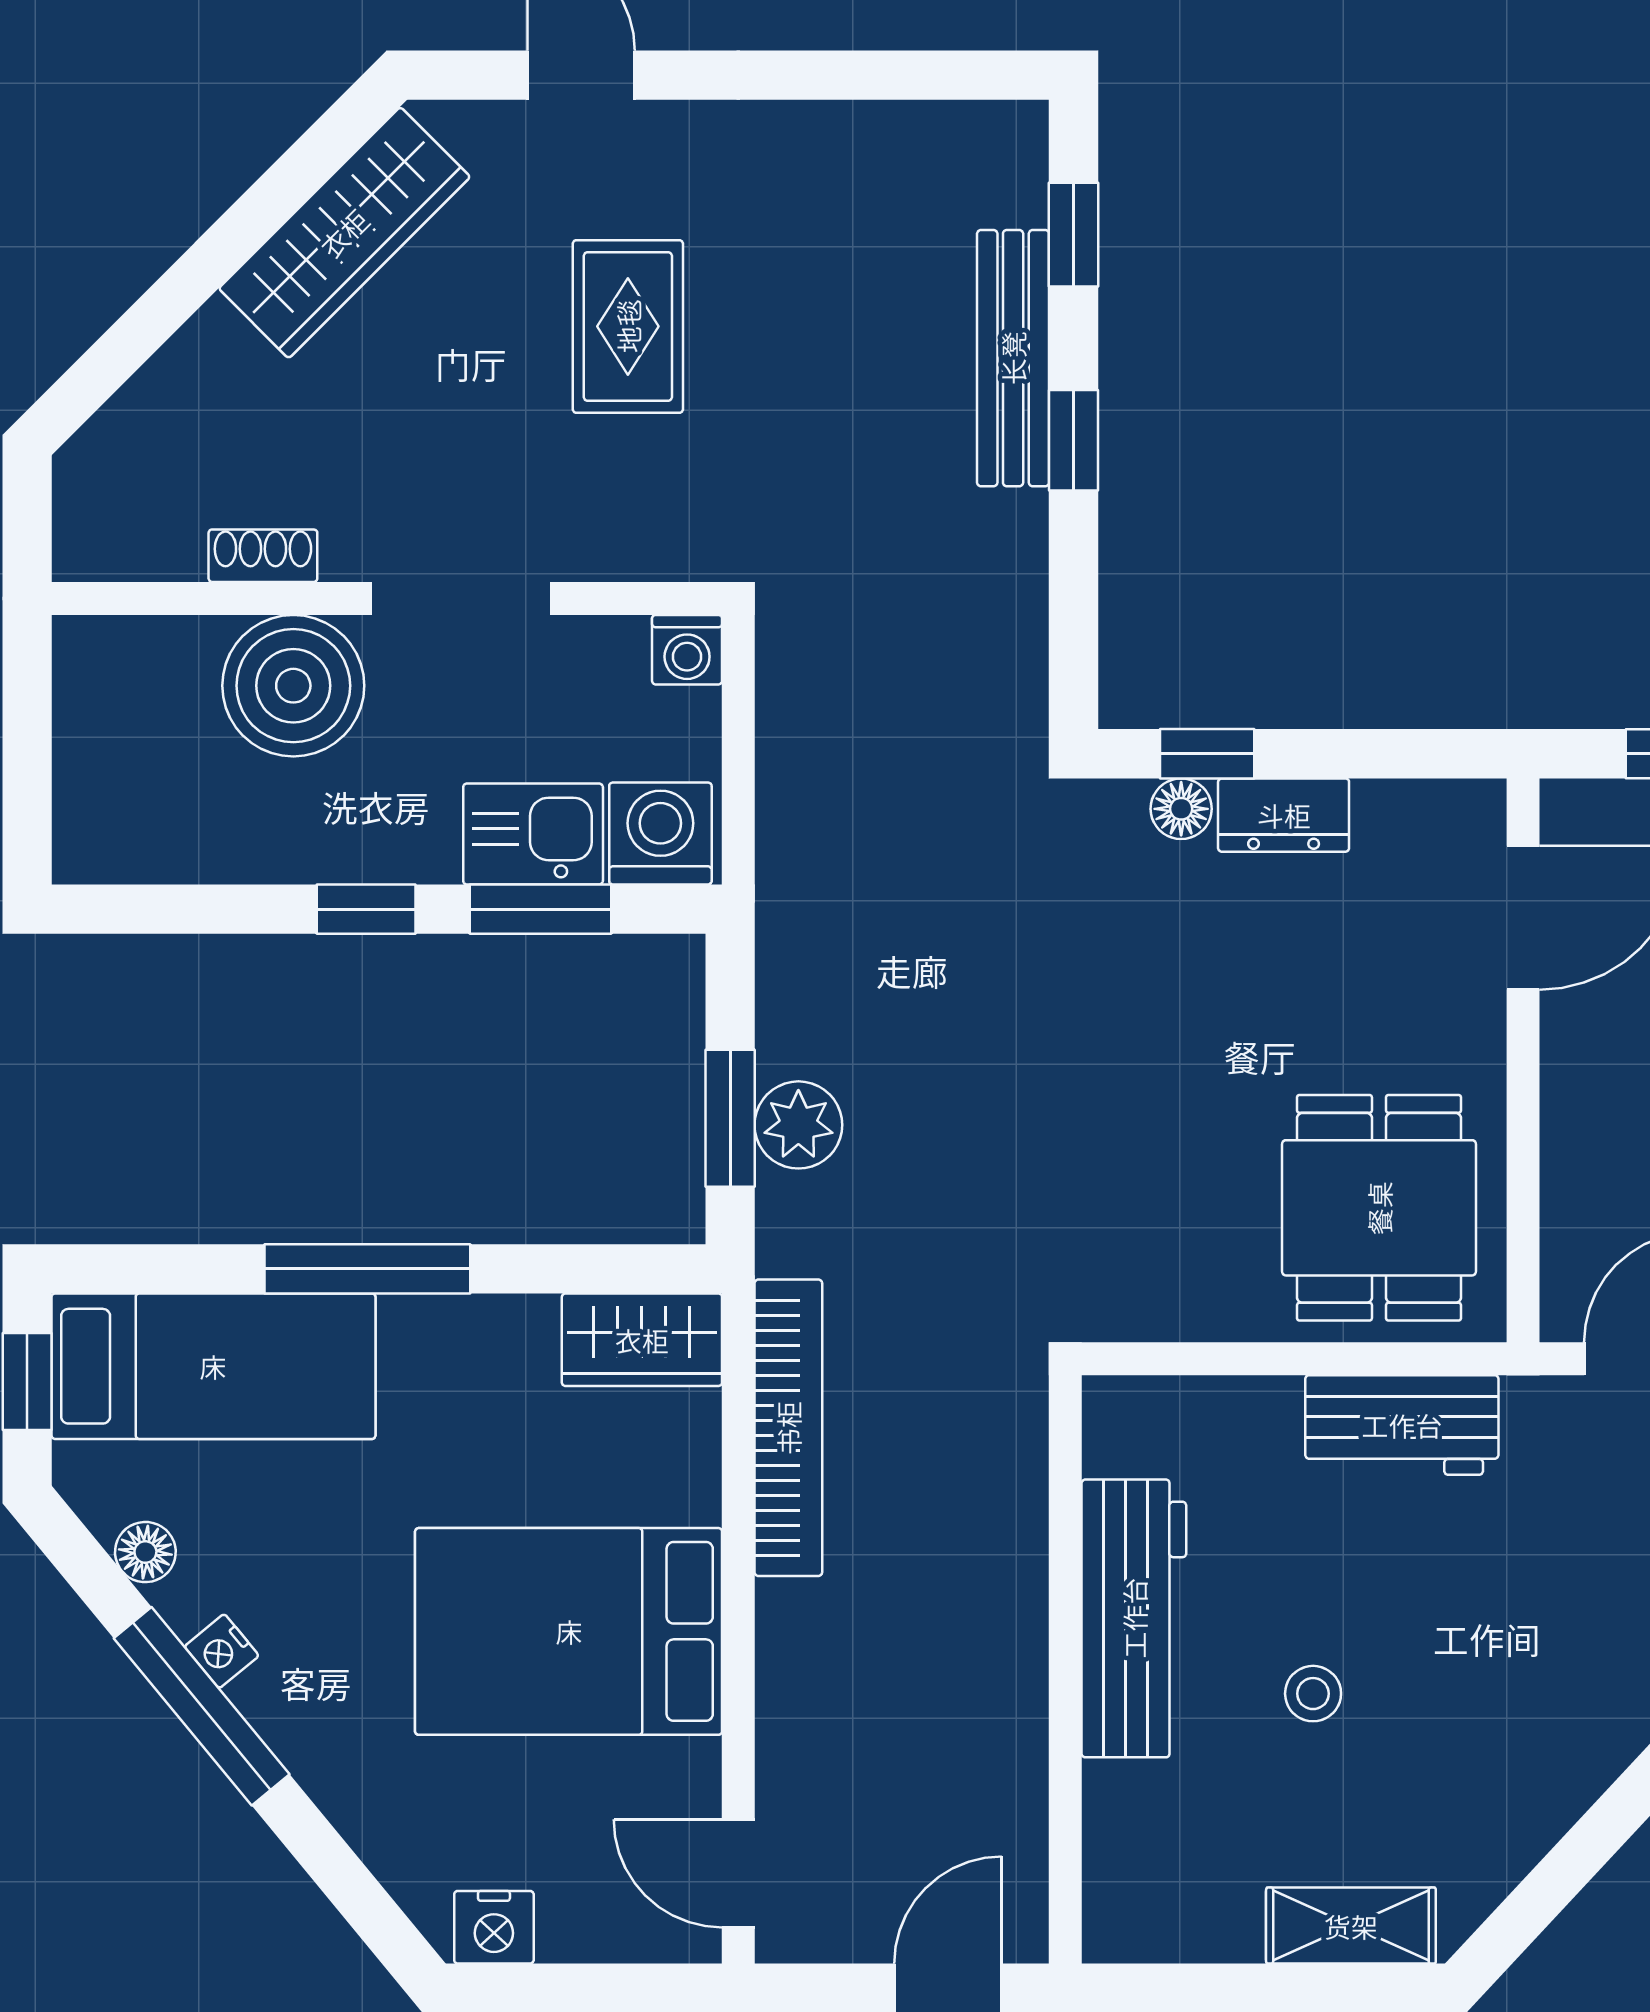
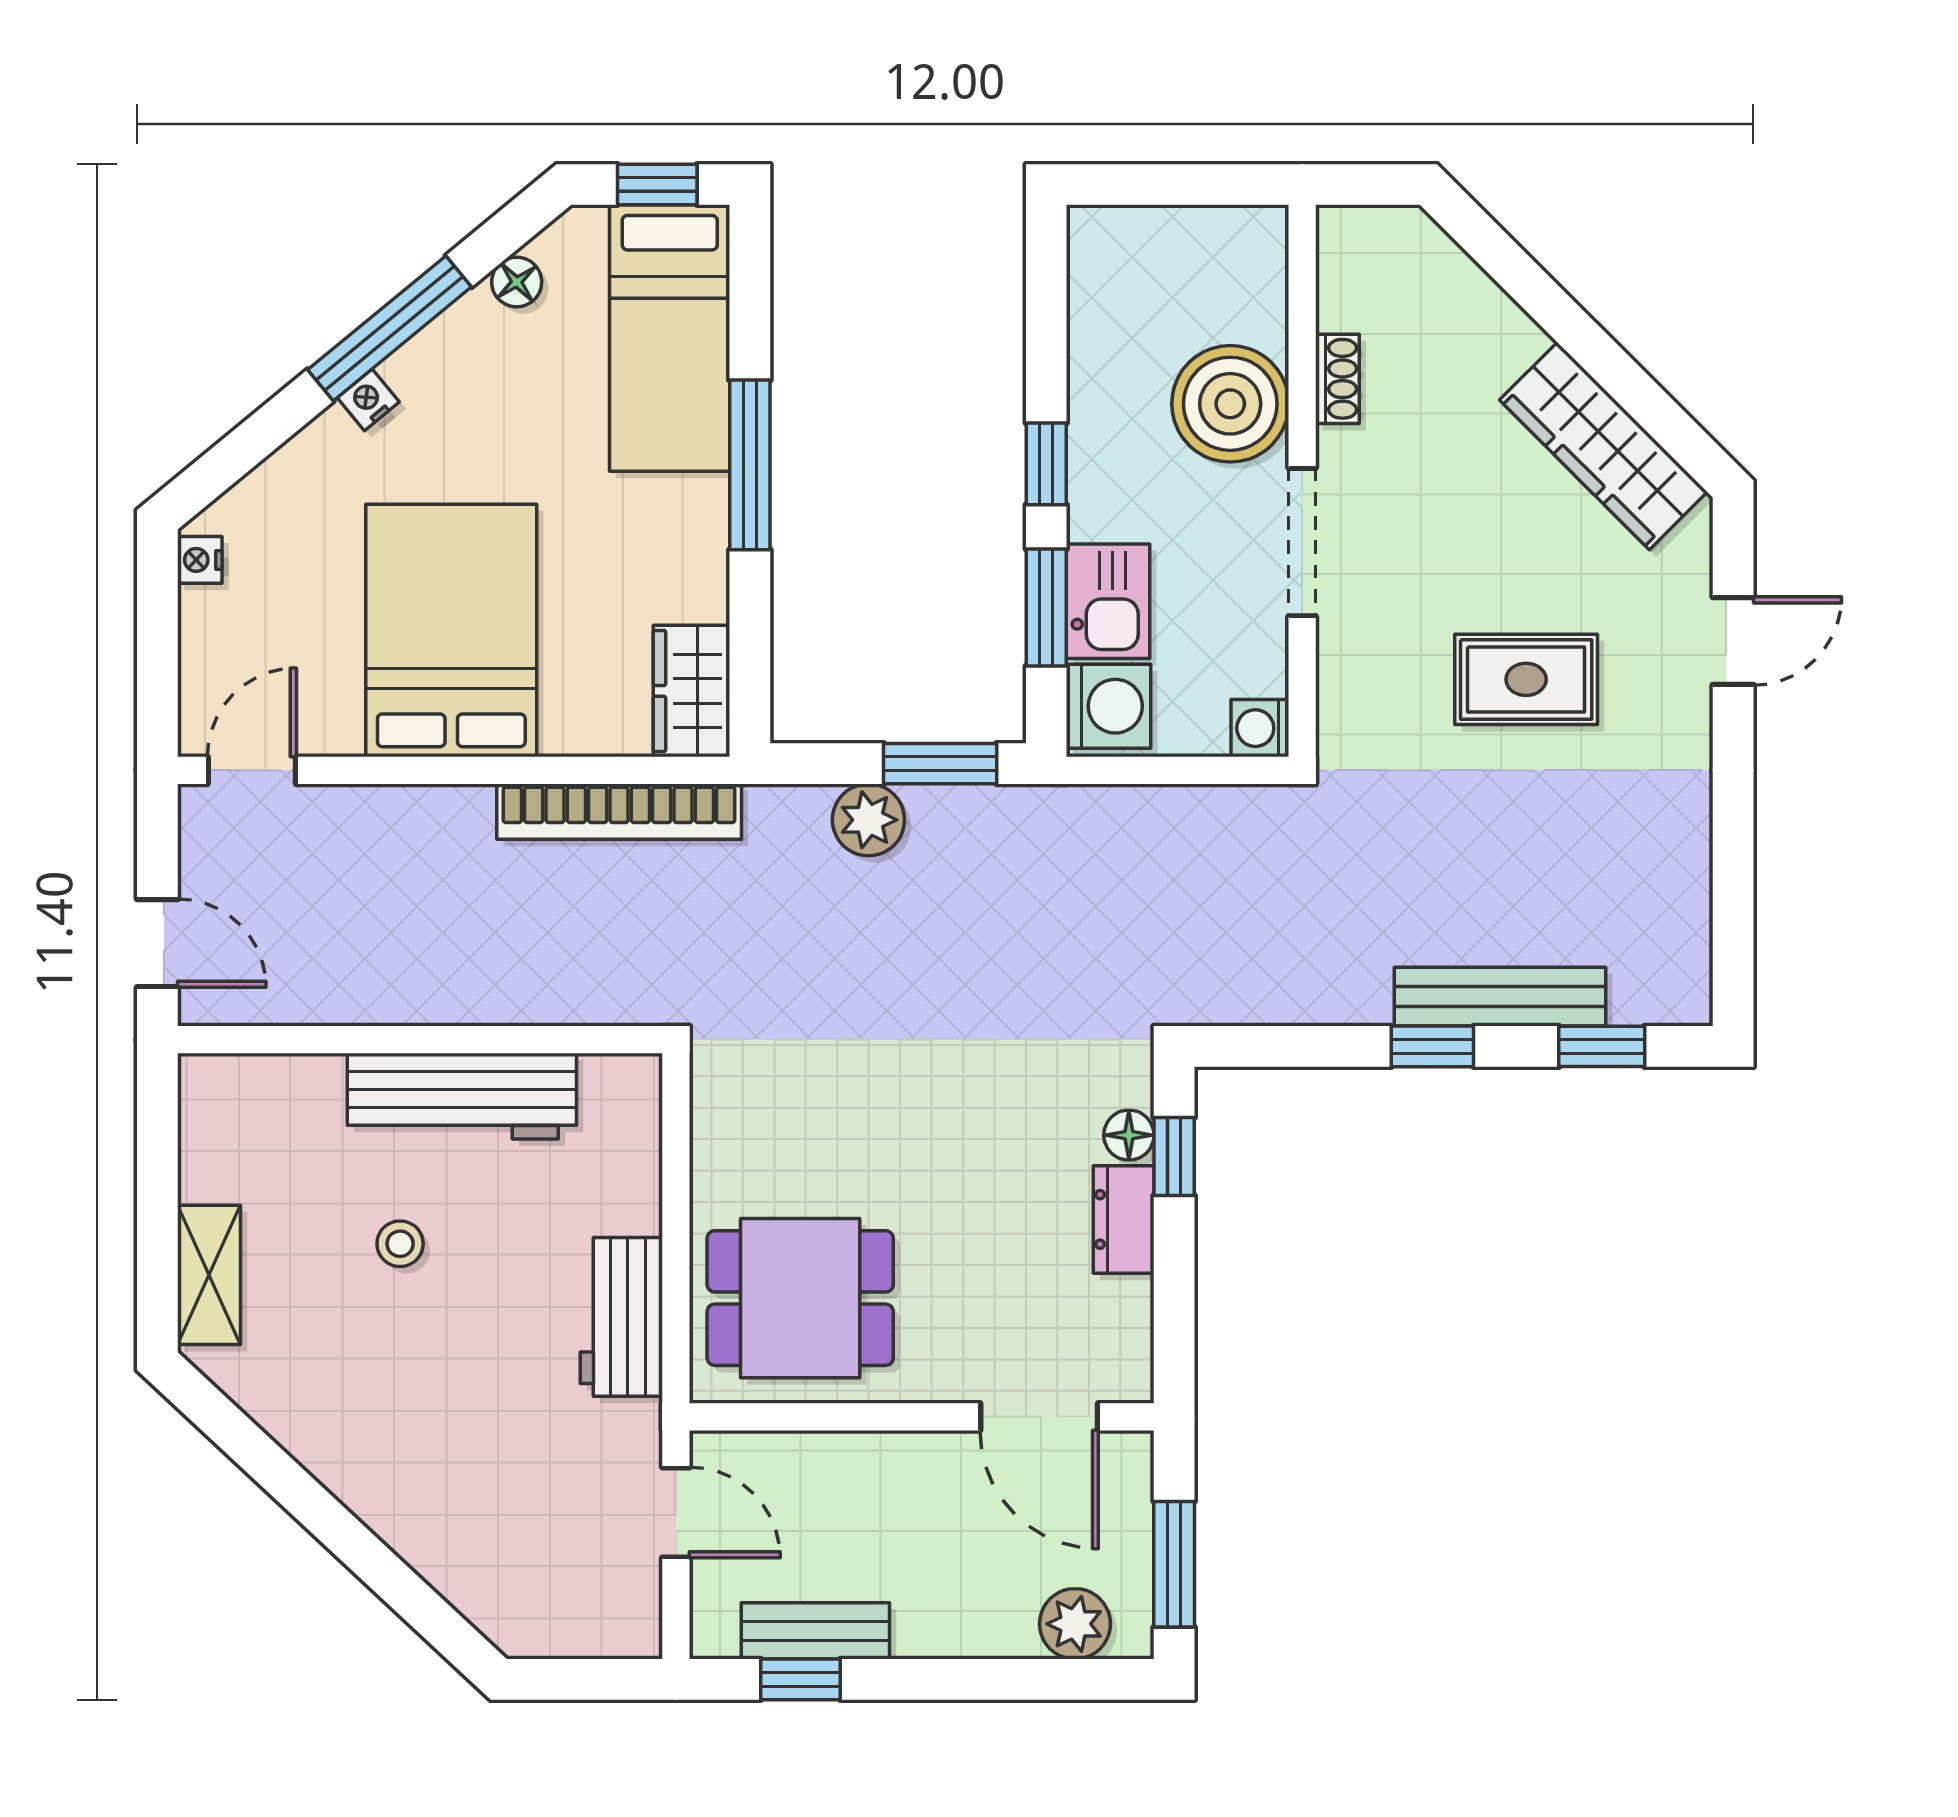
window: (730, 1118) -> (940, 764), moved
nightstand: (222, 1651) -> (368, 400), moved
nightstand: (494, 1927) -> (200, 560), width x0.72, depth x0.74

